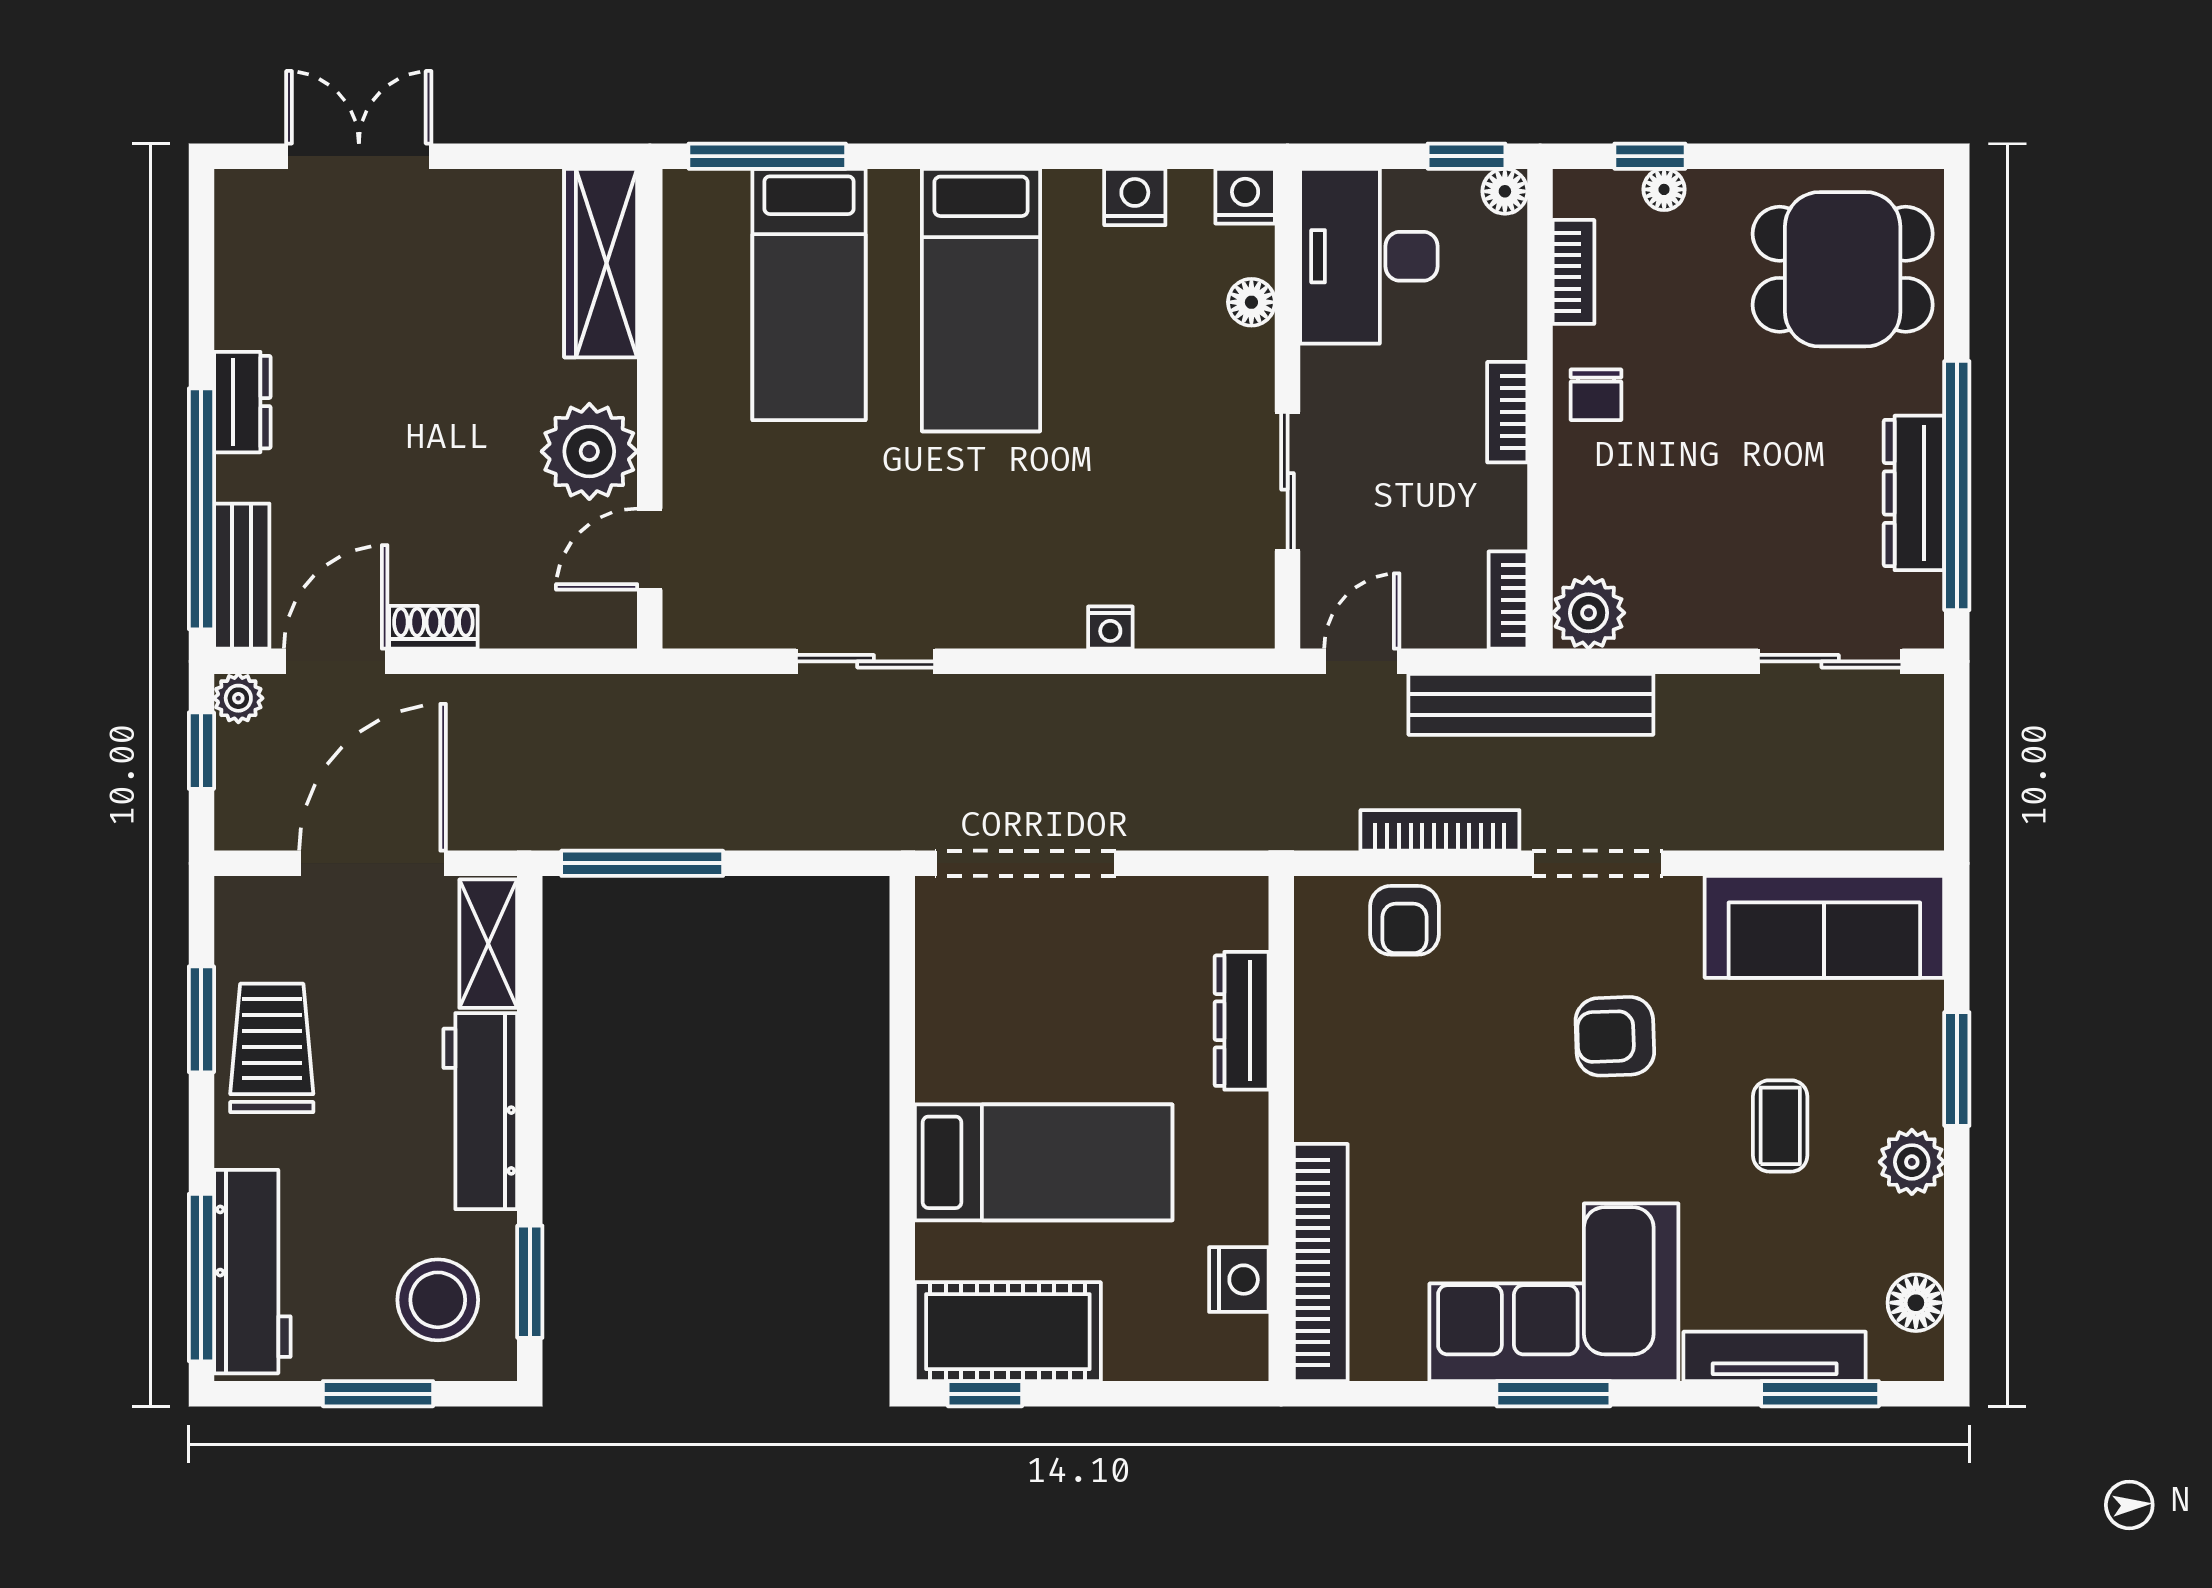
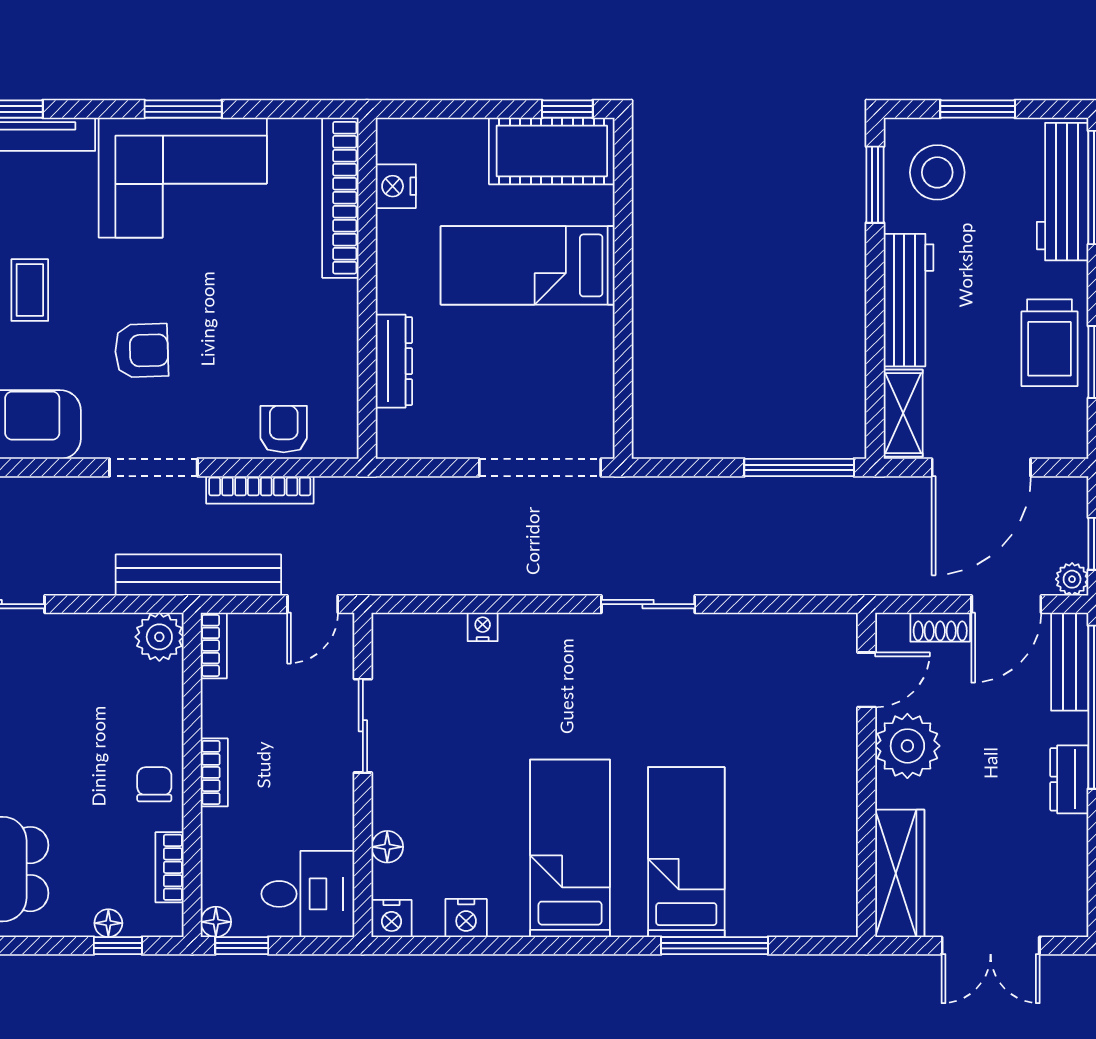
desk: (1369, 256) -> (308, 894), width x0.73
wardrobe: (601, 263) -> (900, 873), moved
wall: (650, 409) -> (866, 775), moved
plant: (589, 451) -> (907, 746), moved
door: (650, 549) -> (866, 680), moved

